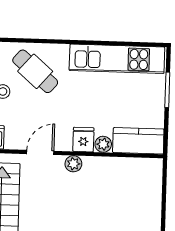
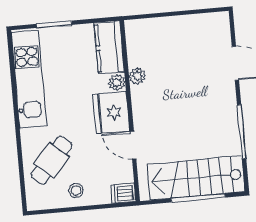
fridge: (83, 140) -> (111, 113), width x1.88, depth x1.34
plant: (73, 164) -> (137, 76), moved

